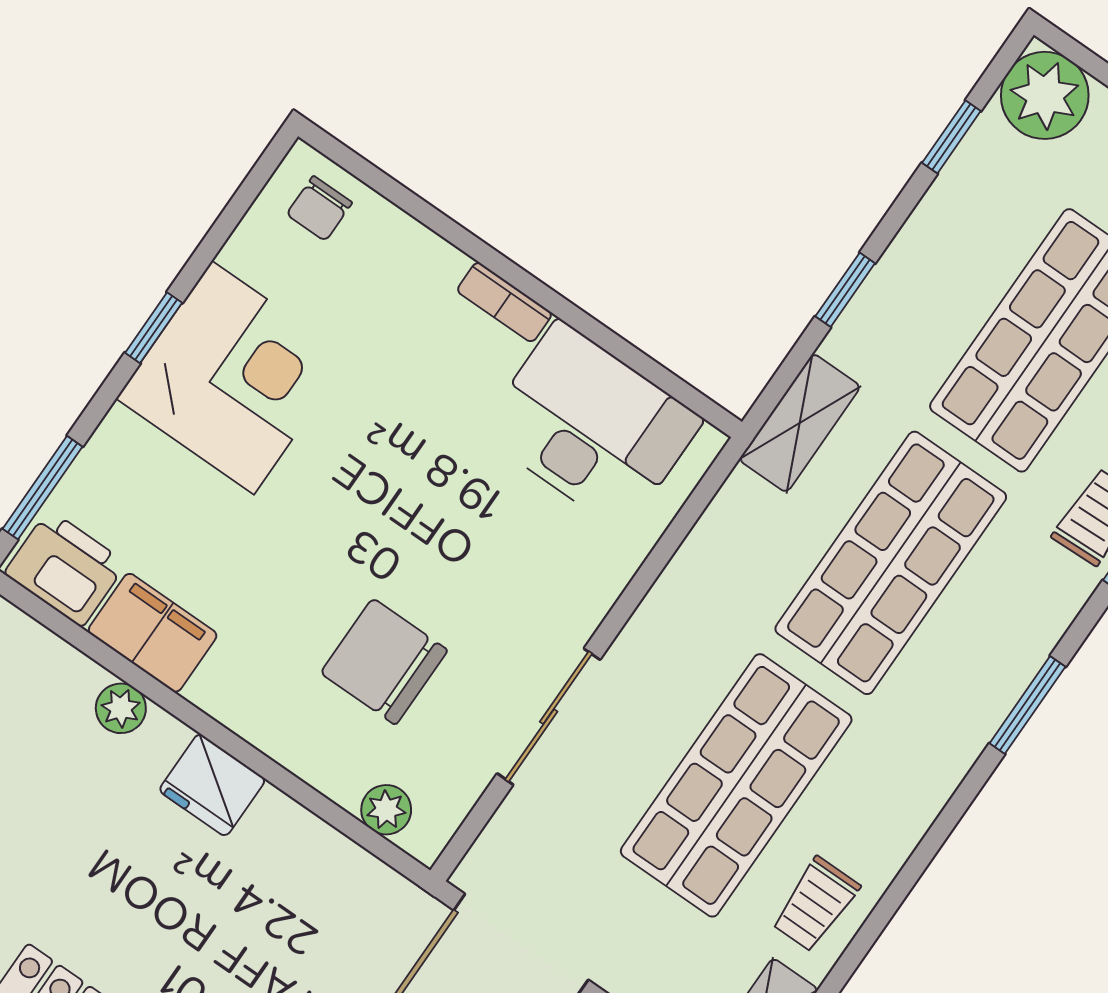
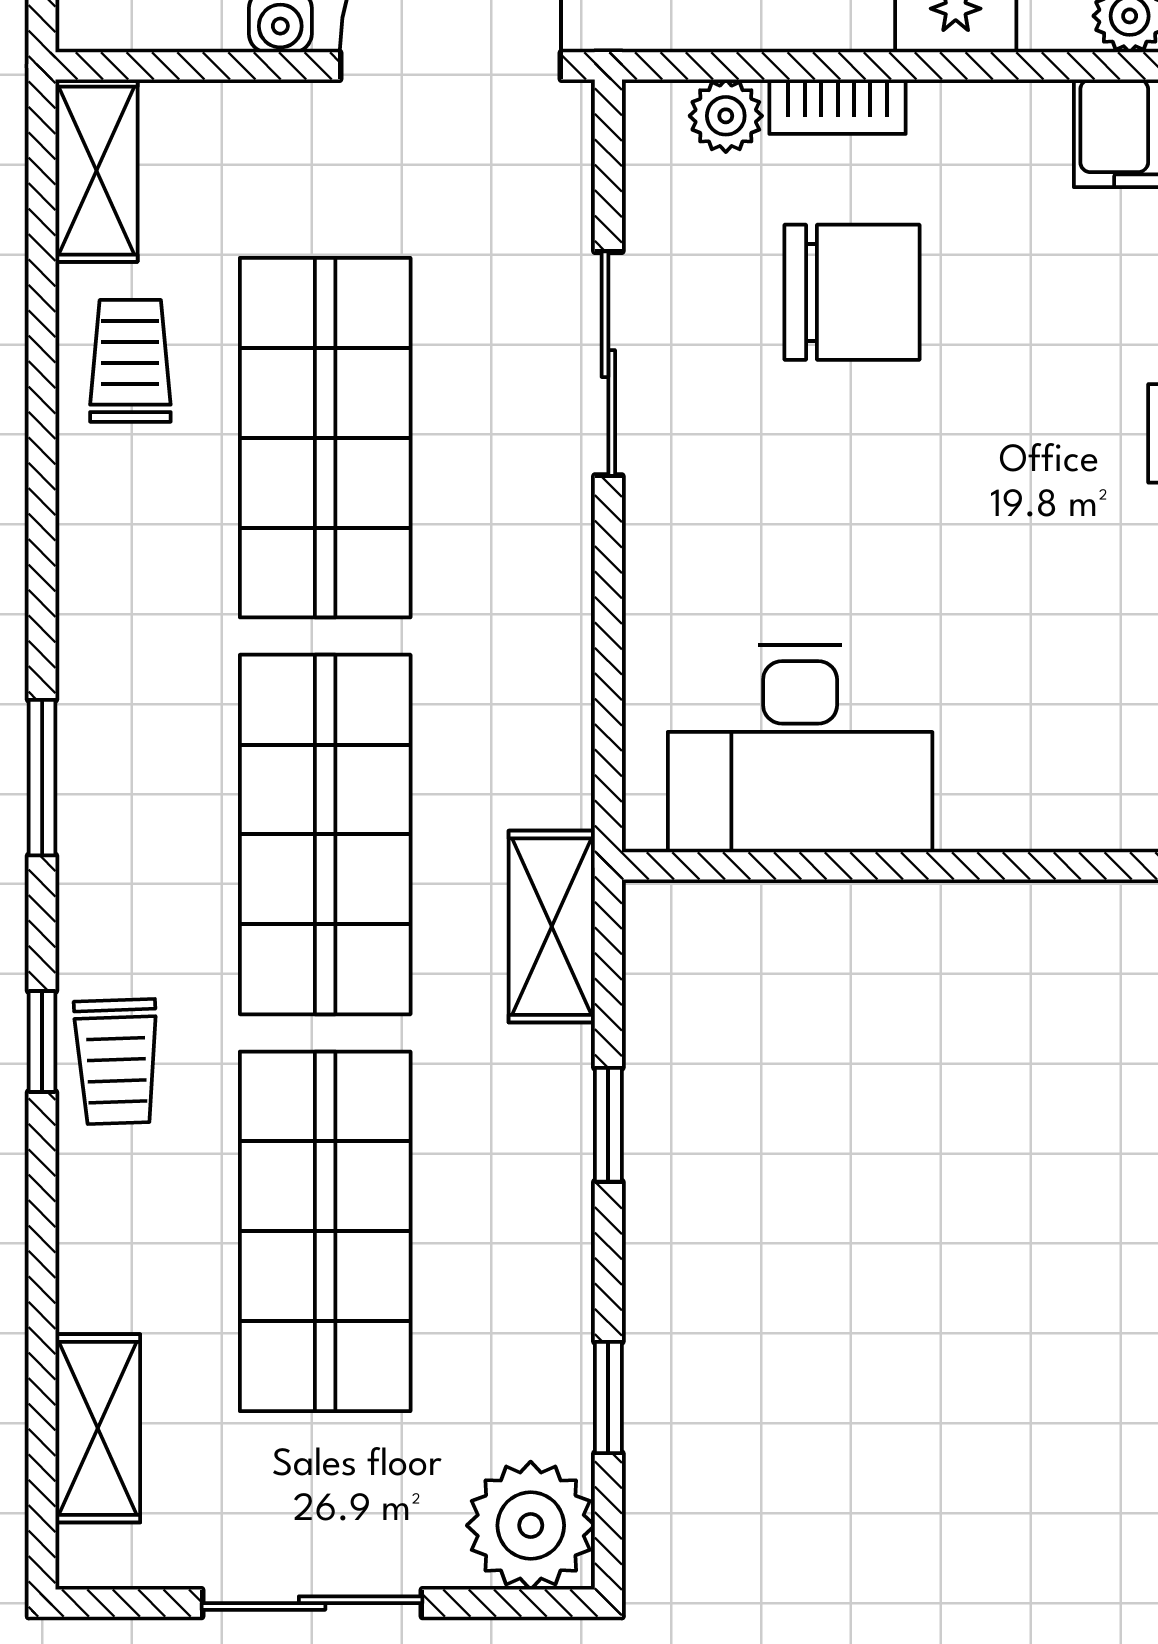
bookcase: (504, 302) -> (838, 107), moved, turned 180

